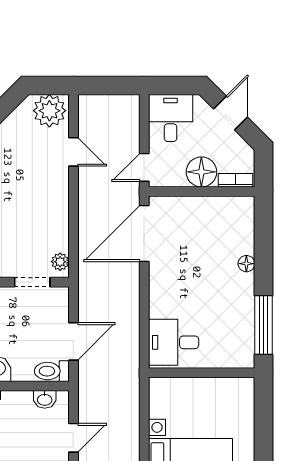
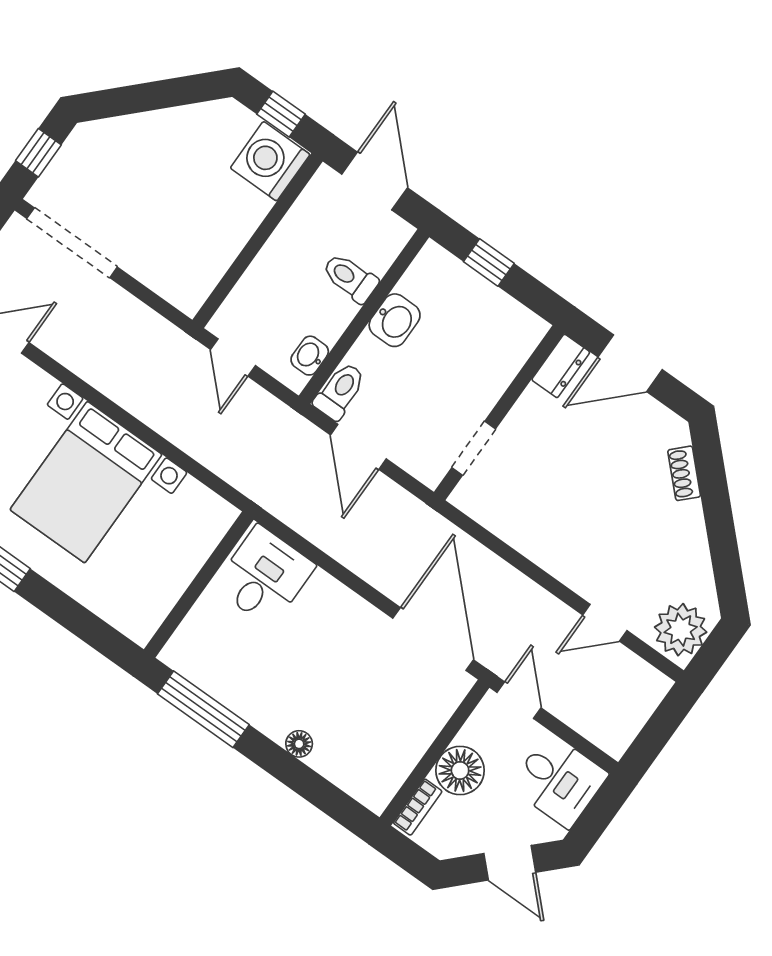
plant: (60, 262) -> (474, 503), removed

